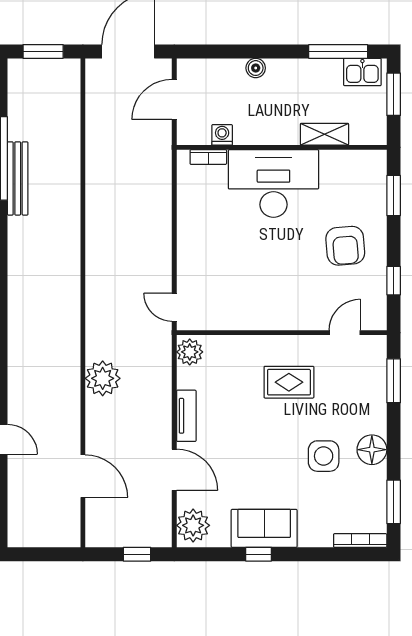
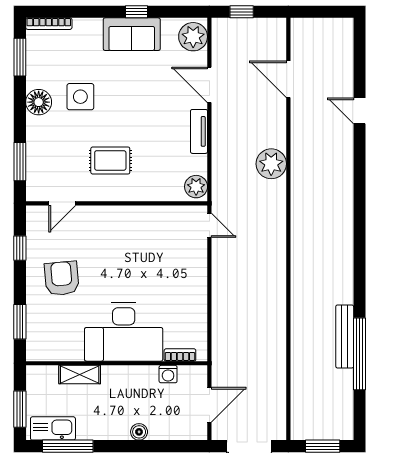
kitchen sink: (362, 72) -> (53, 428), width x1.38

